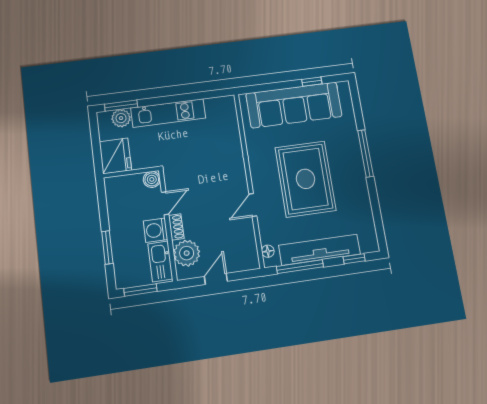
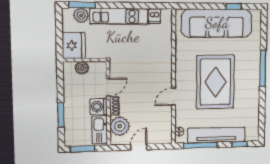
dishwasher: (213, 107) -> (154, 16), added
boiler: (152, 179) -> (82, 68), moved

